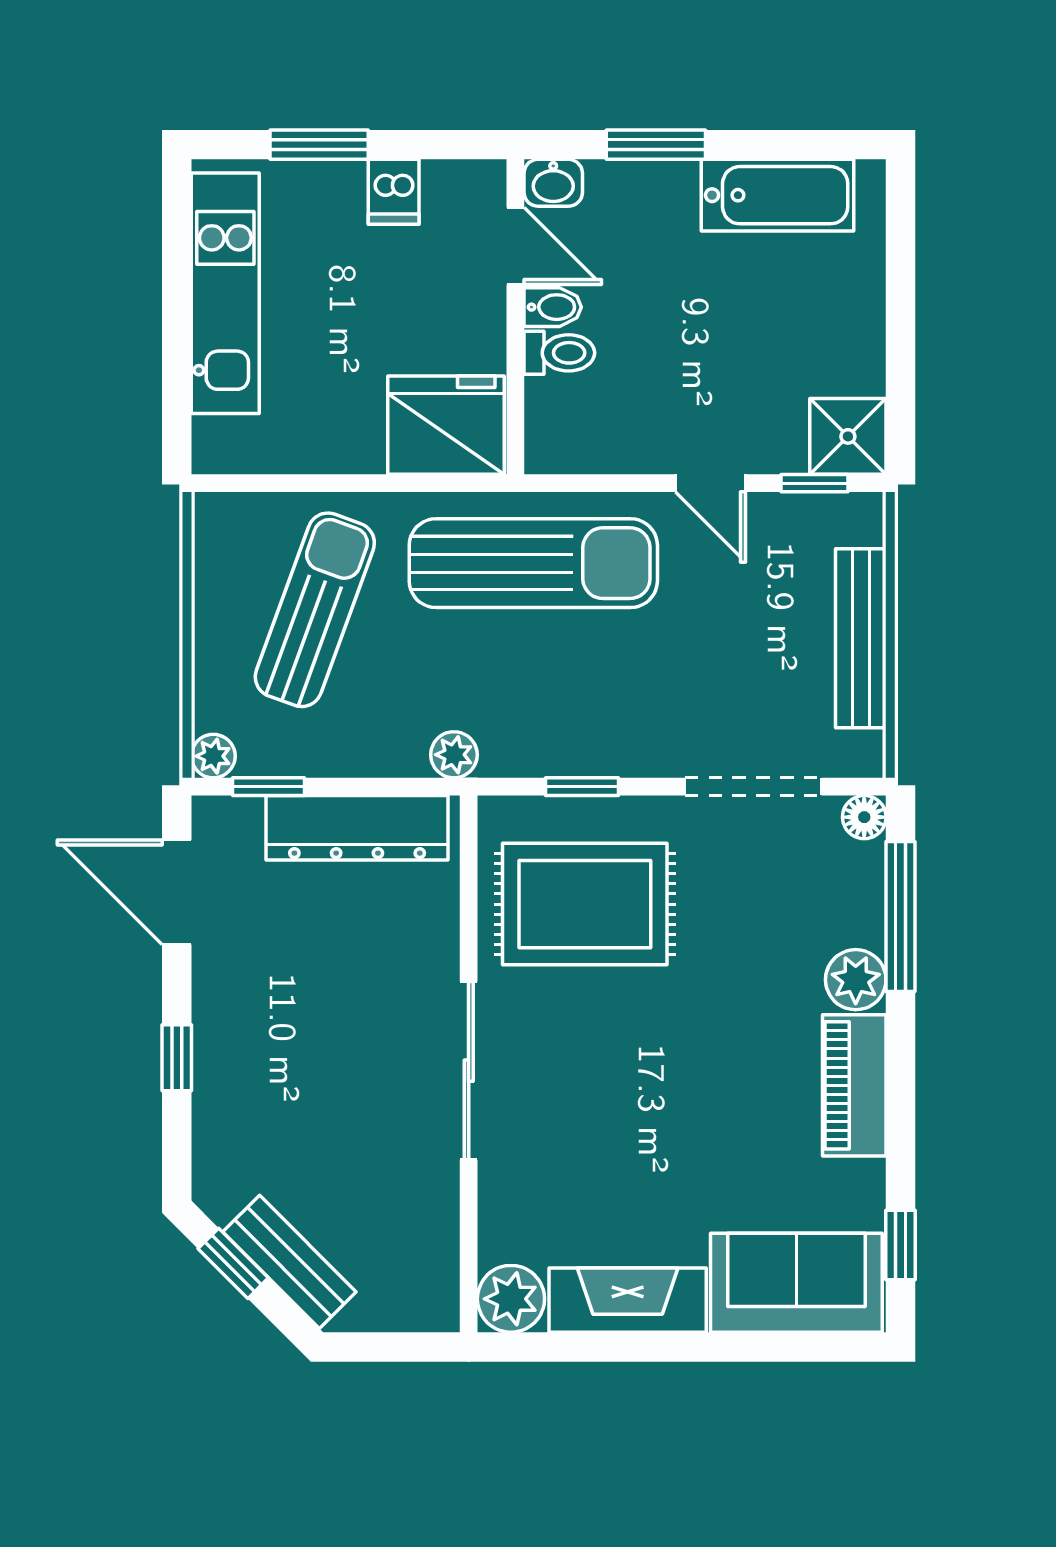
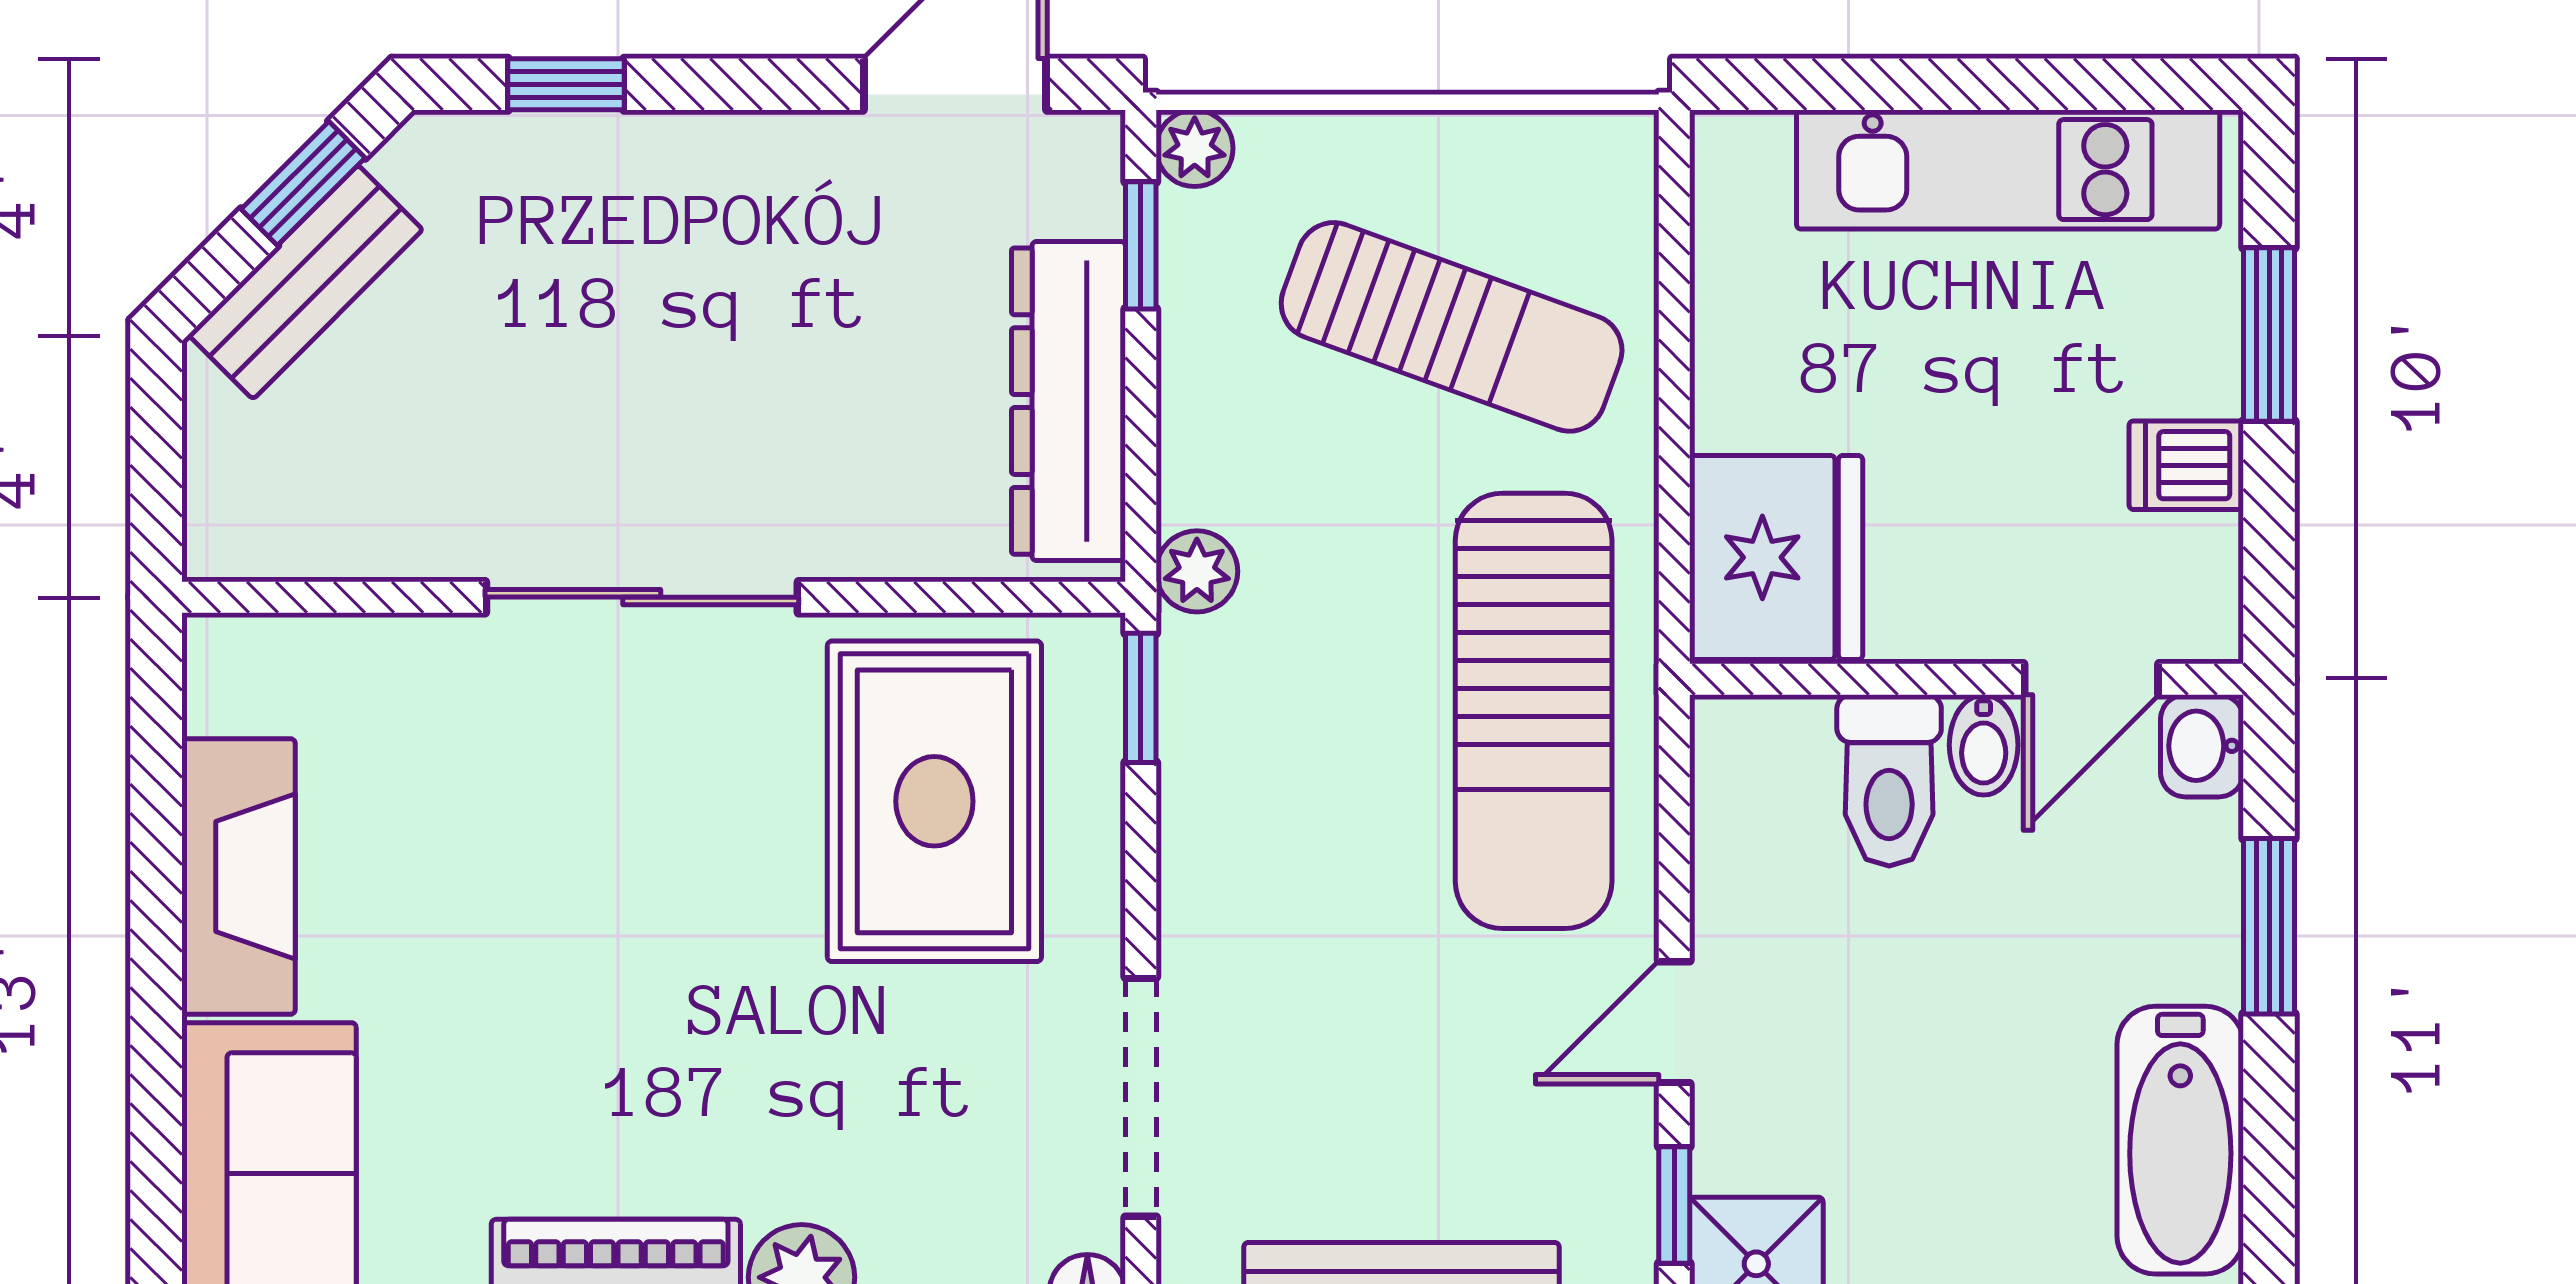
toilet: (559, 353) -> (1889, 780), width x1.37, depth x1.39
window: (582, 787) -> (1141, 698), moved
window: (177, 1058) -> (566, 84), moved
plant: (511, 1299) -> (241, 671), removed

